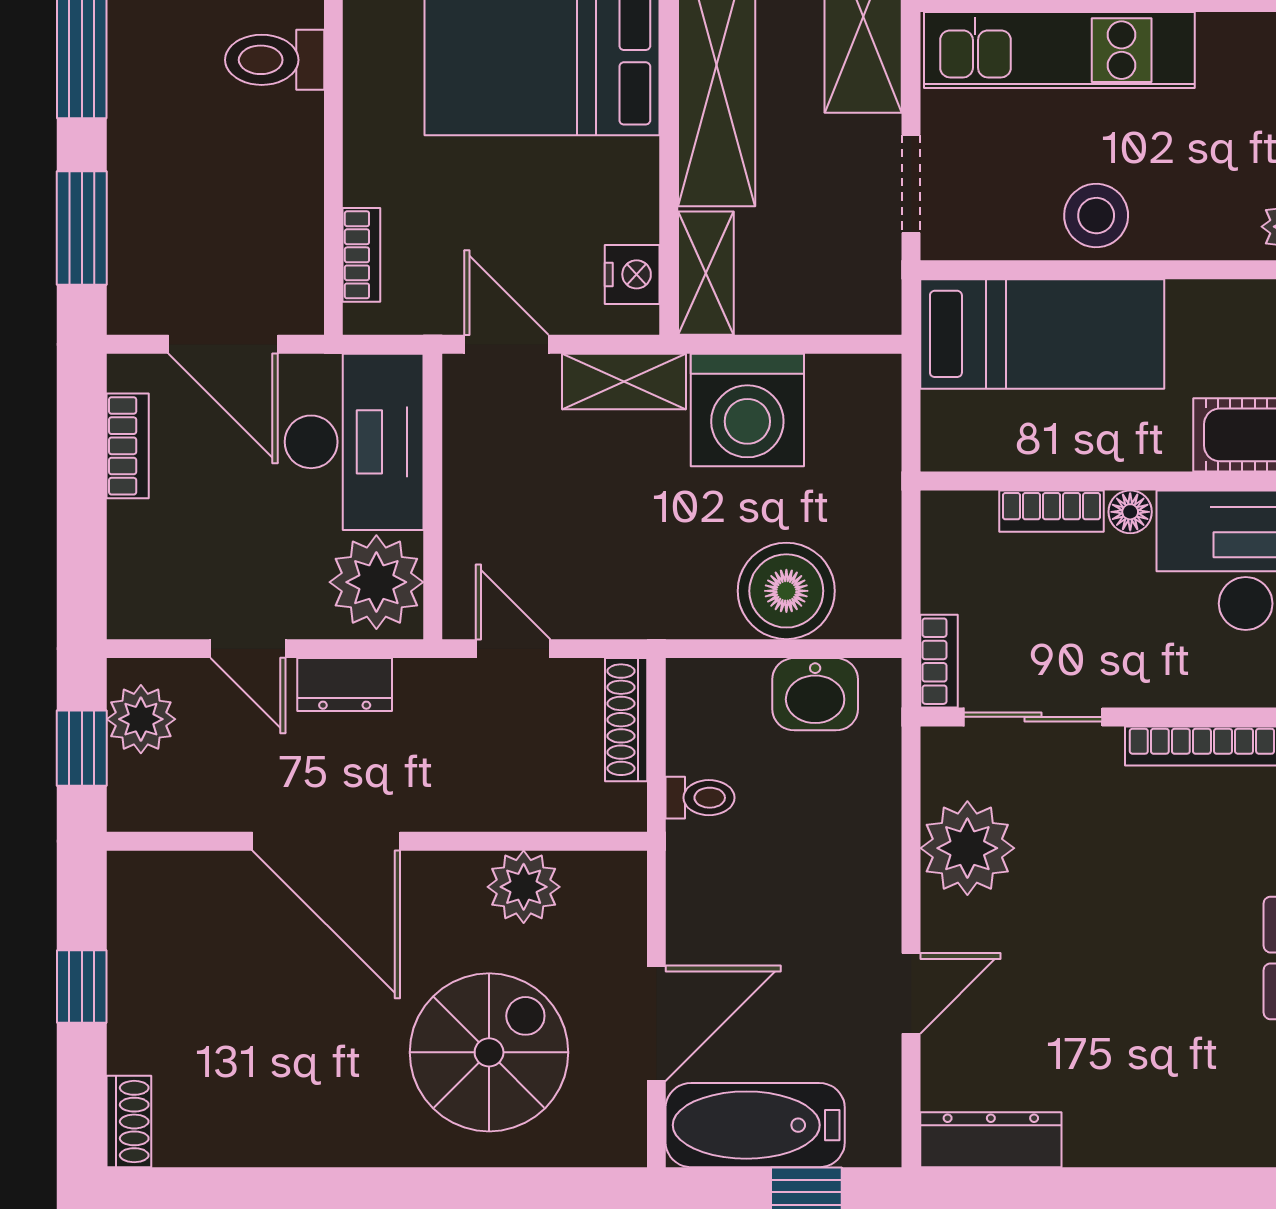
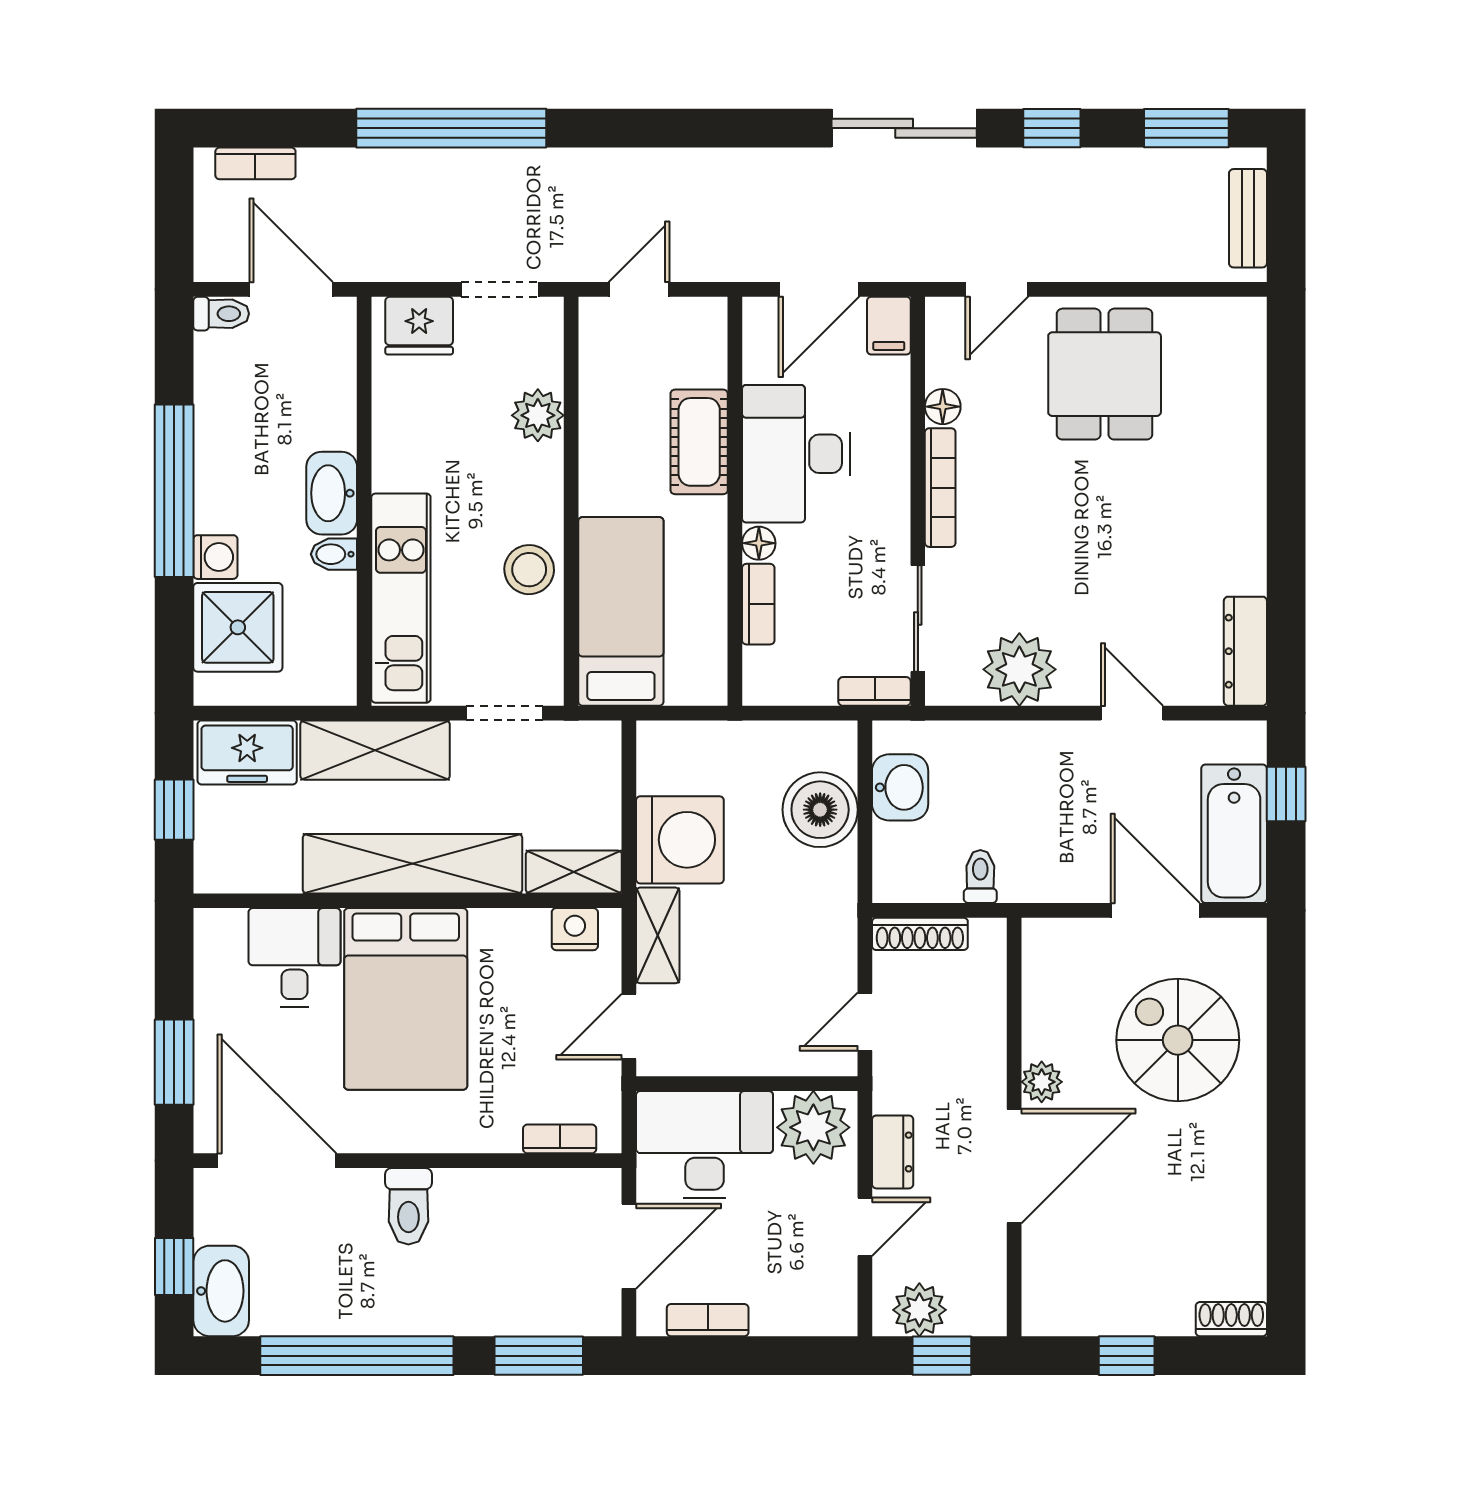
plant: (524, 887) -> (1042, 1082), moved, width x0.73, depth x0.73

